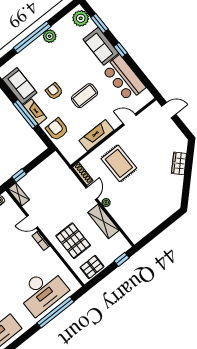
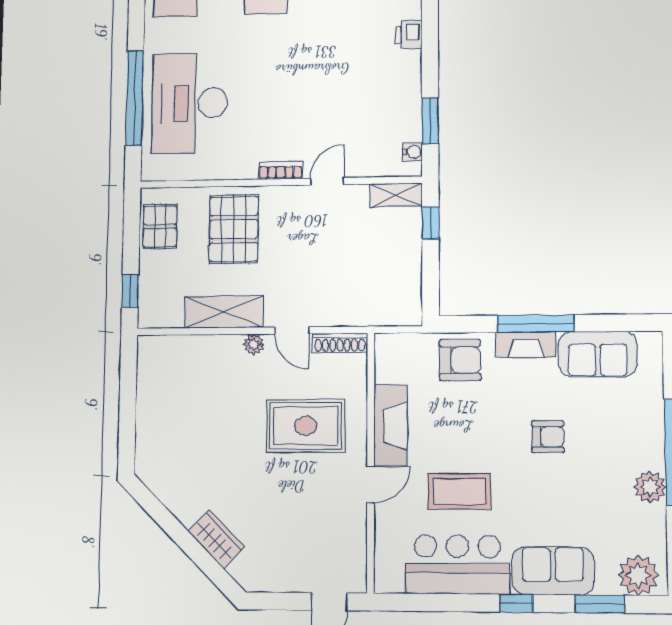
armchair: (54, 91) -> (548, 437), moved
coffee table: (85, 96) -> (459, 491), moved, turned 90
door: (130, 120) -> (371, 485), moved
pallet: (73, 241) -> (234, 229), turned 90

